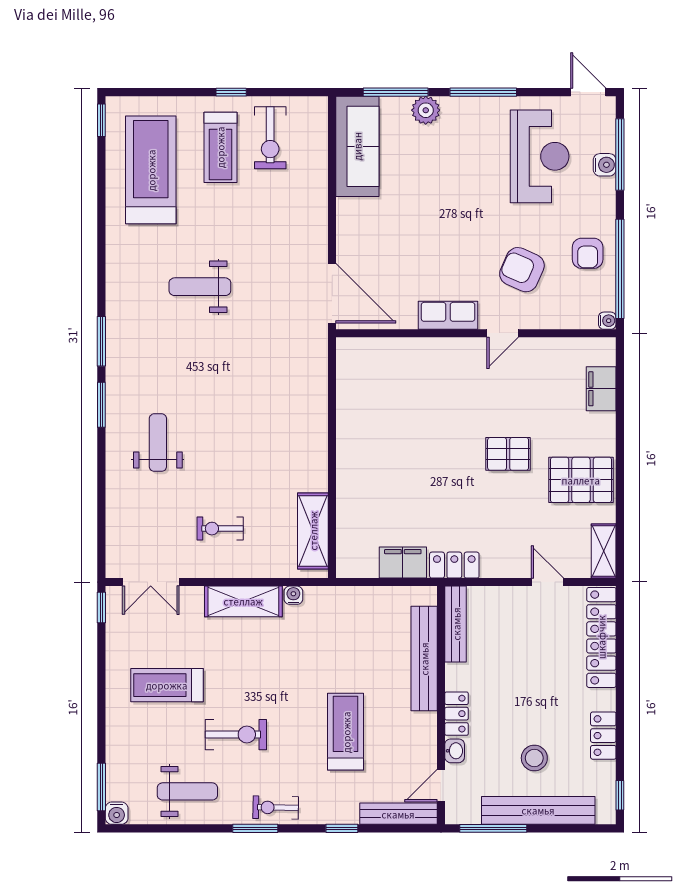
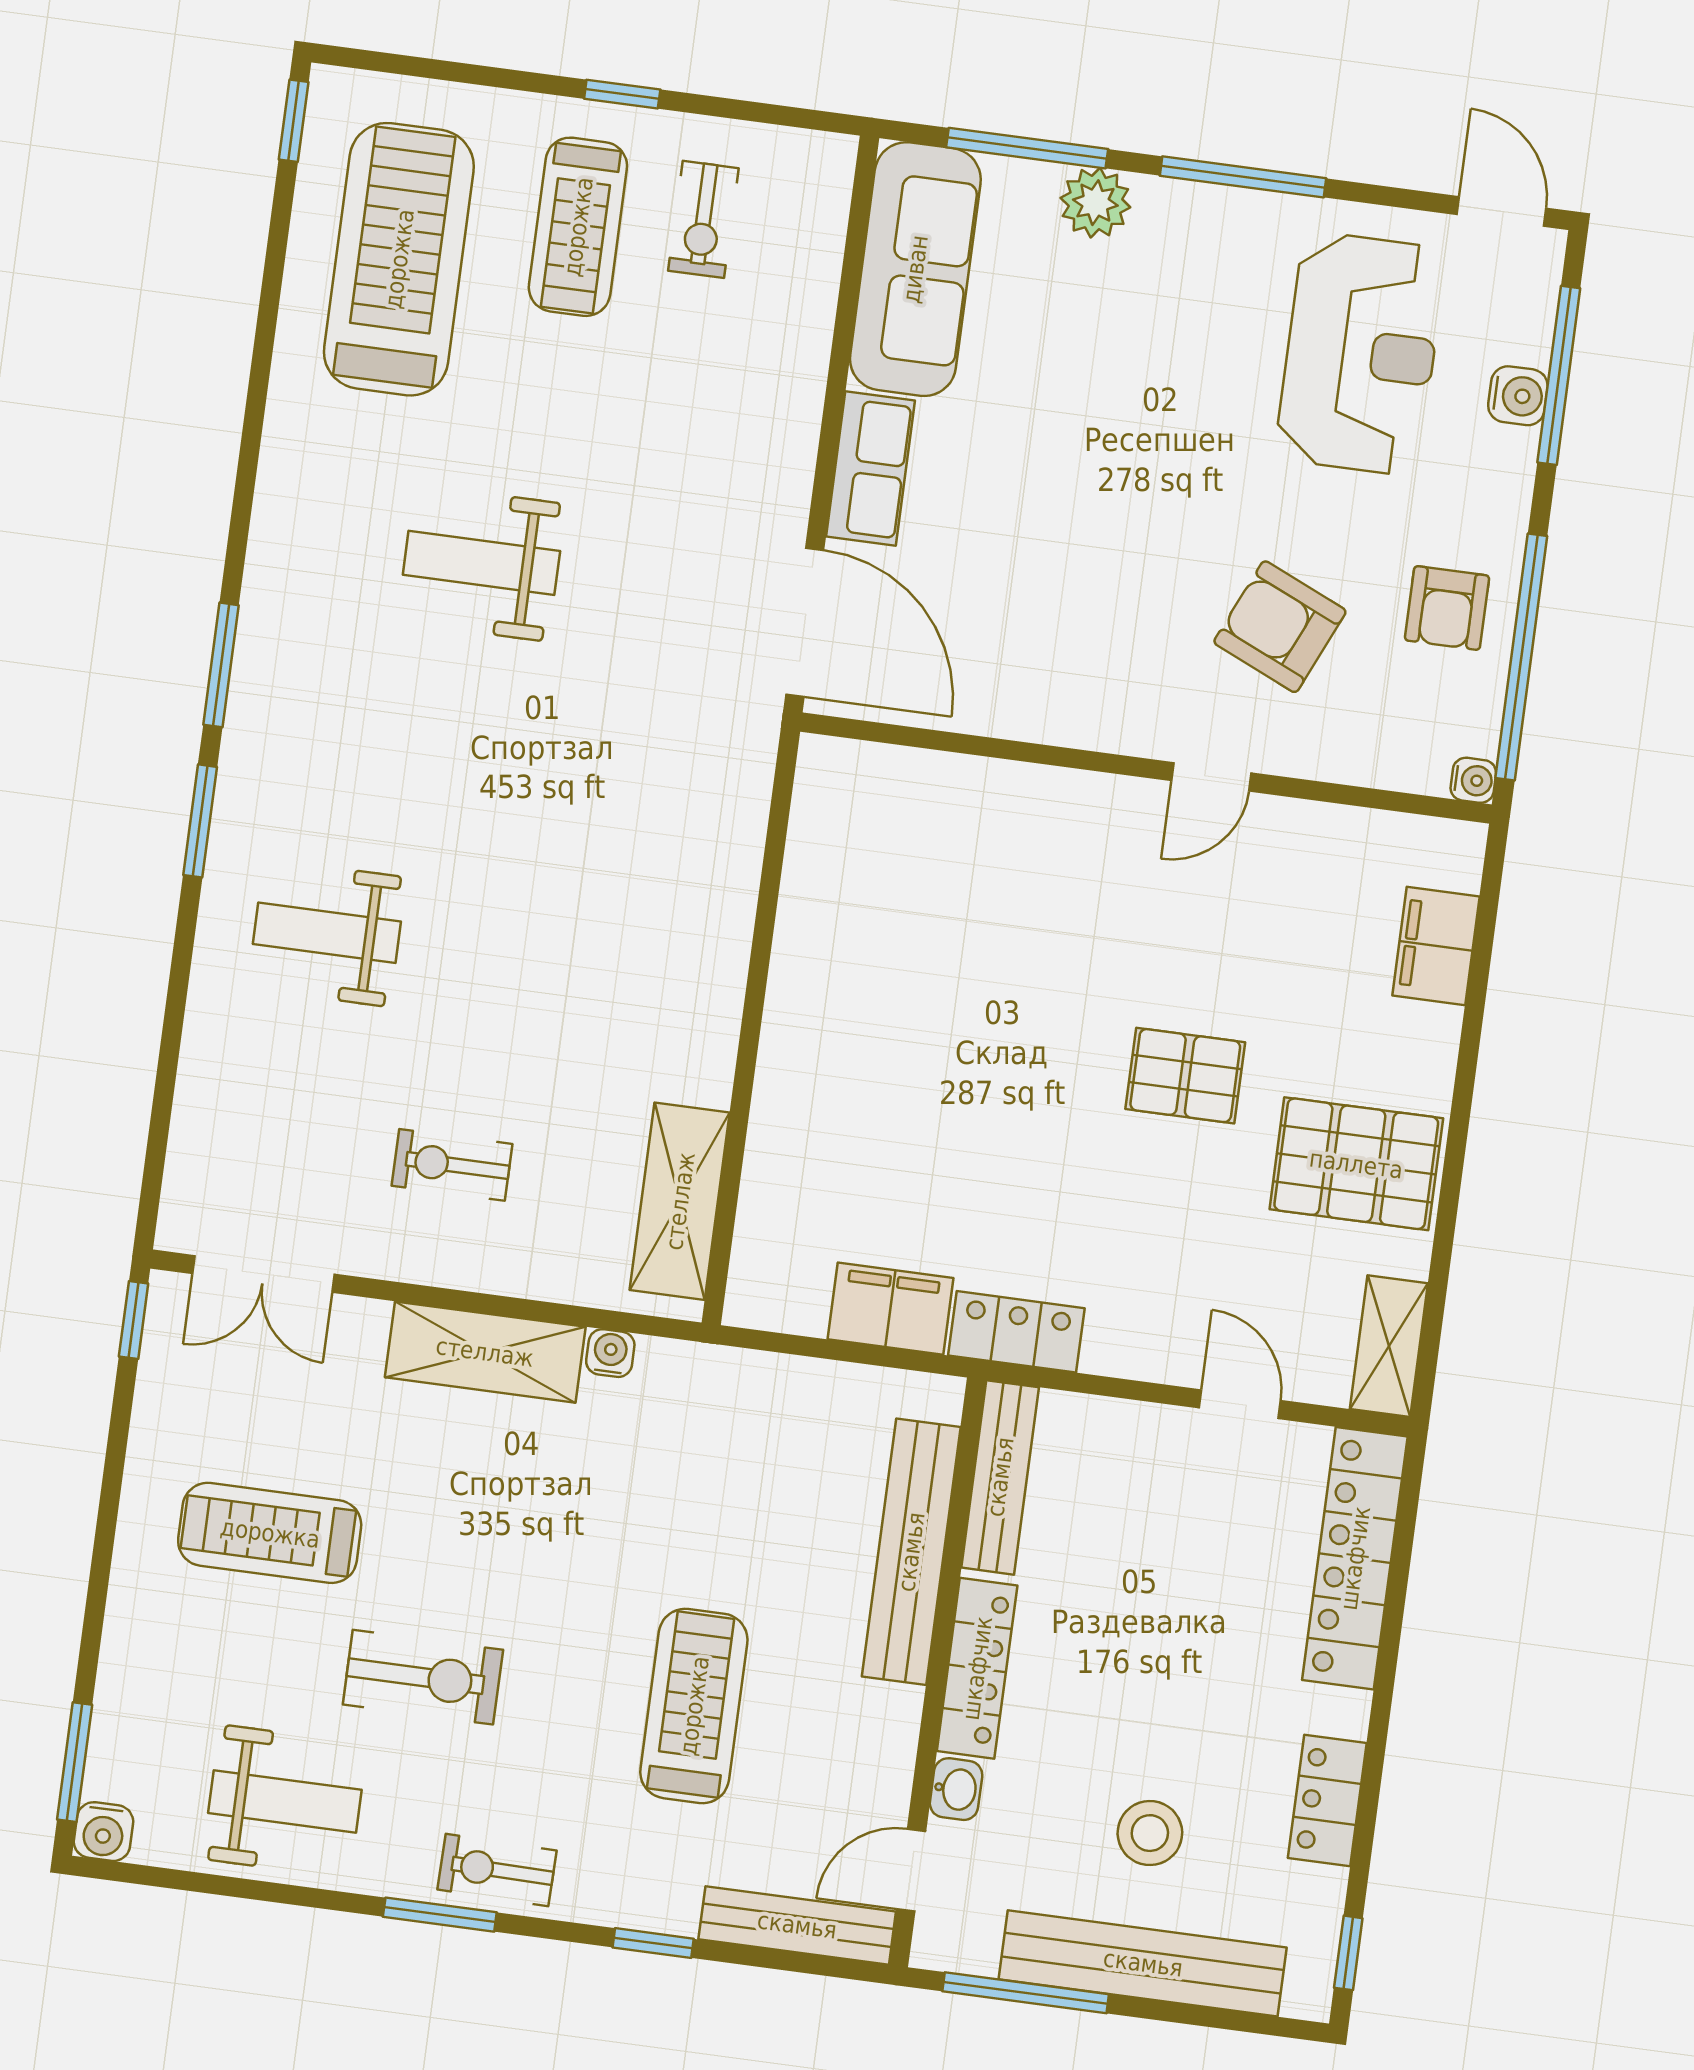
exercise bike: (270, 138) -> (703, 219), width x0.73, depth x0.72
row of seats: (448, 315) -> (871, 468), moved, turned 90
weight bench: (158, 443) -> (327, 933), turned -90
locker: (457, 714) -> (977, 1668), width x1.53

